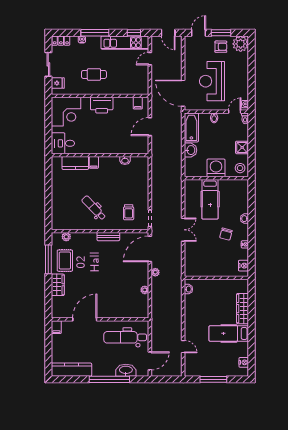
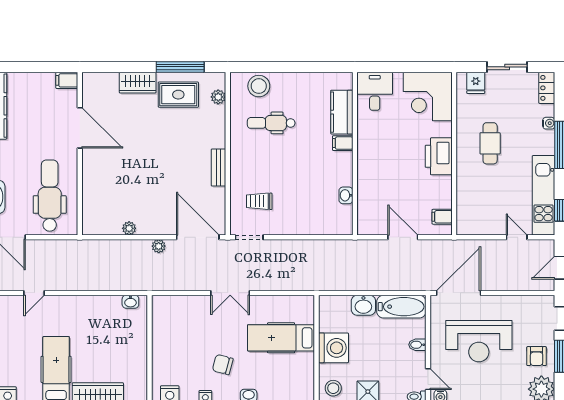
reception desk: (212, 81) -> (479, 341), turned 180
dental chair: (94, 208) -> (271, 123), moved, turned -136
stool: (60, 212) -> (259, 86), added

